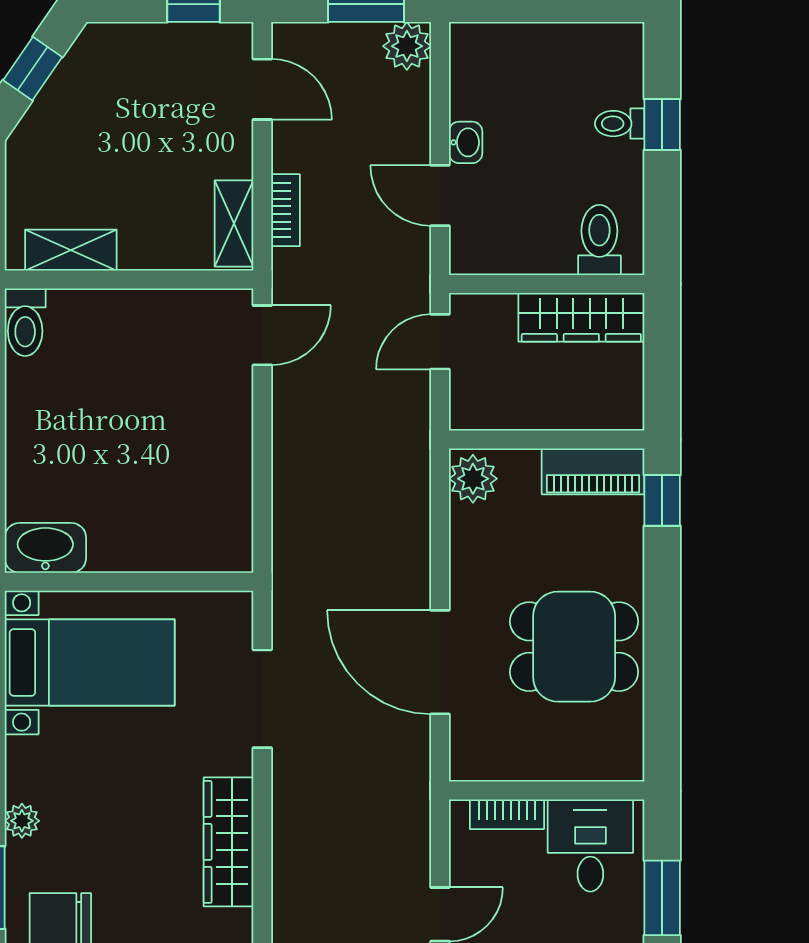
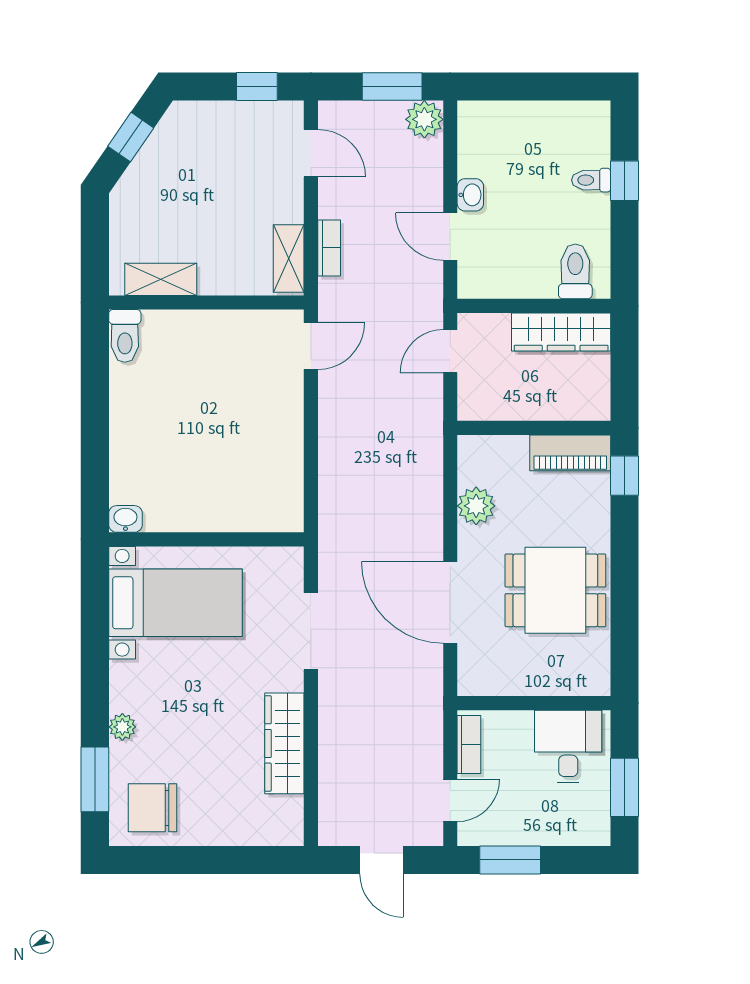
plant: (473, 479) -> (476, 506), moved
washbasin: (45, 548) -> (125, 519), width x0.52, depth x0.69
bookcase: (507, 814) -> (469, 744), moved, turned -90

